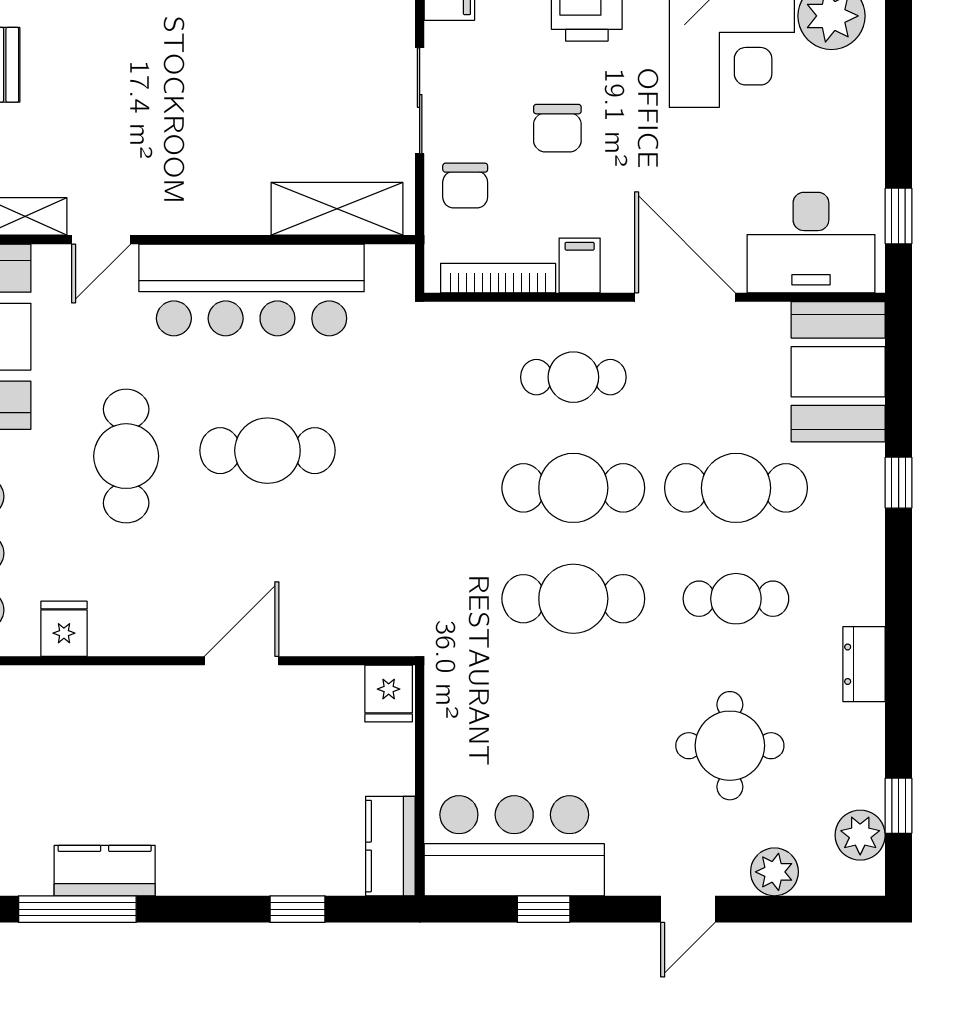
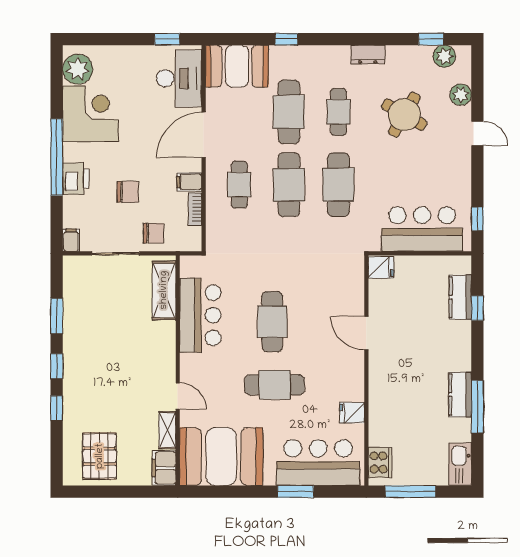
bookcase: (498, 278) -> (195, 209), width x0.64
bar counter: (252, 290) -> (200, 315), width x0.73
round table: (730, 746) -> (404, 115), turned 30
kitchen counter: (390, 846) -> (460, 297), moved, turned 90
bar counter: (514, 846) -> (422, 229), moved, turned 90
window: (544, 909) -> (477, 219), moved

